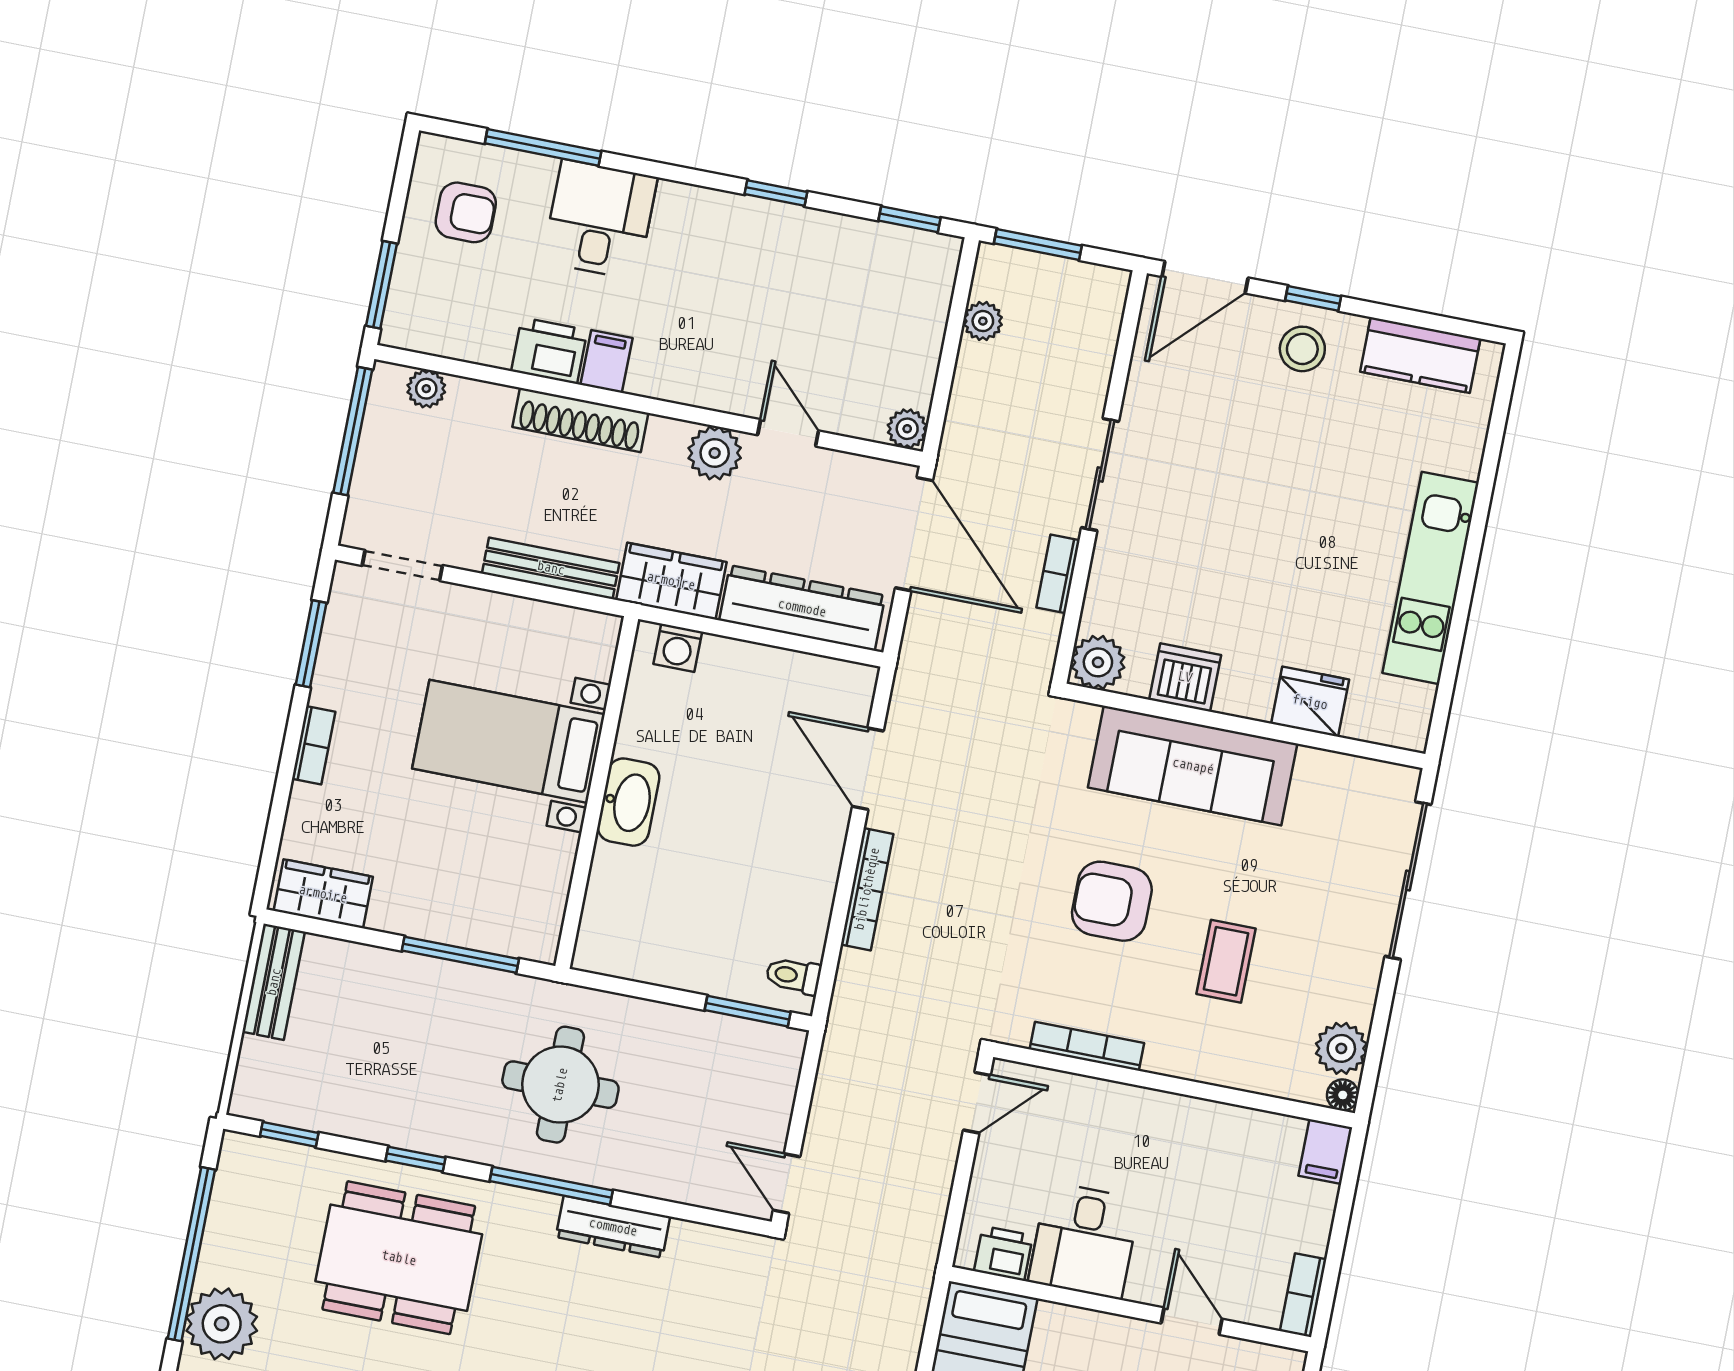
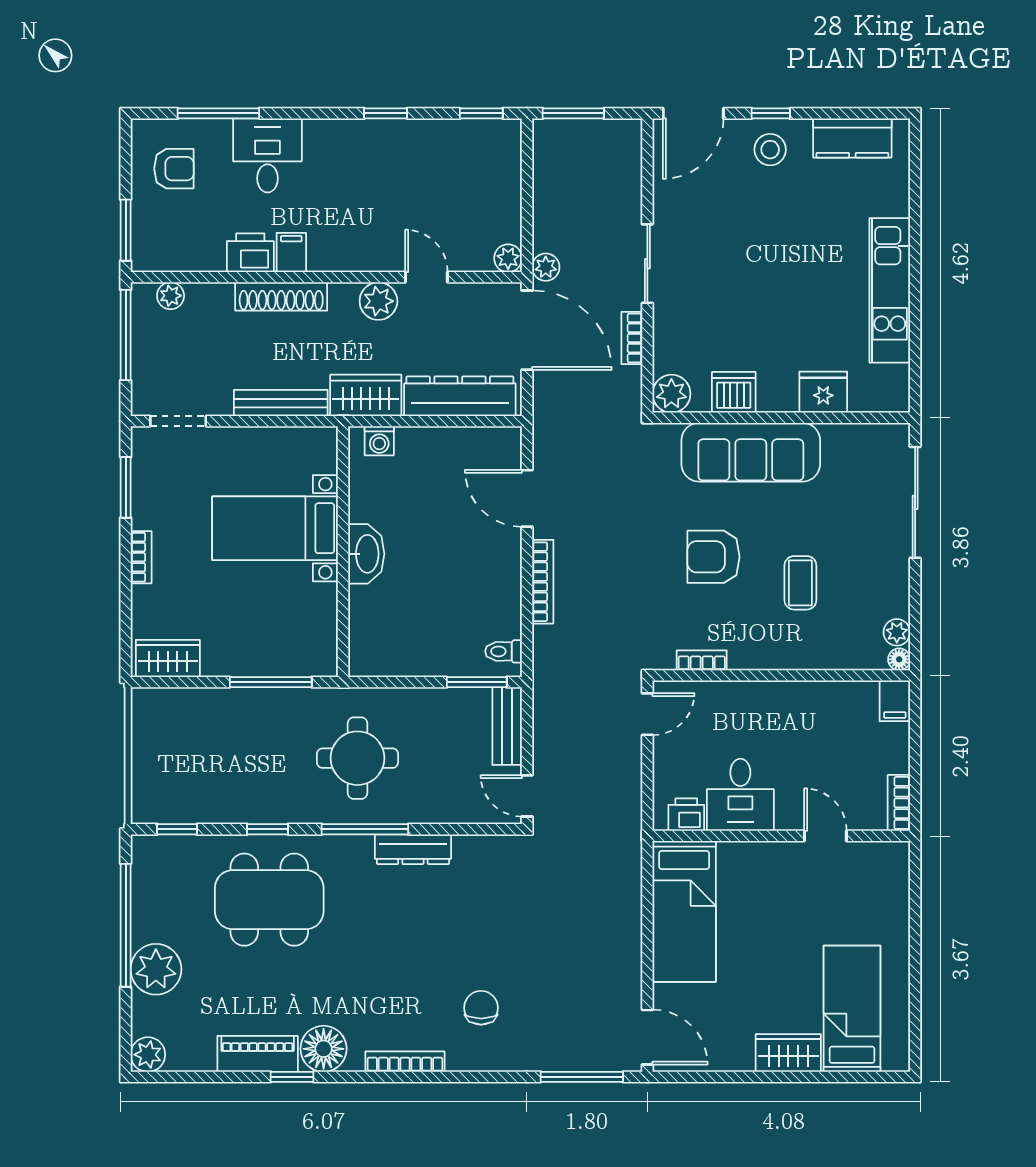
plant: (983, 321) -> (546, 267), moved
bench: (274, 982) -> (507, 726), moved
bookcase: (1087, 1046) -> (702, 660), width x0.64
plant: (1341, 1048) -> (897, 632), width x0.73, depth x0.73

